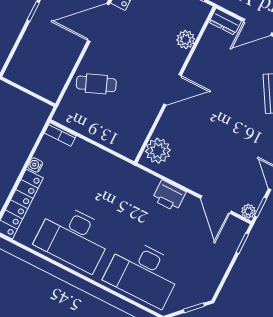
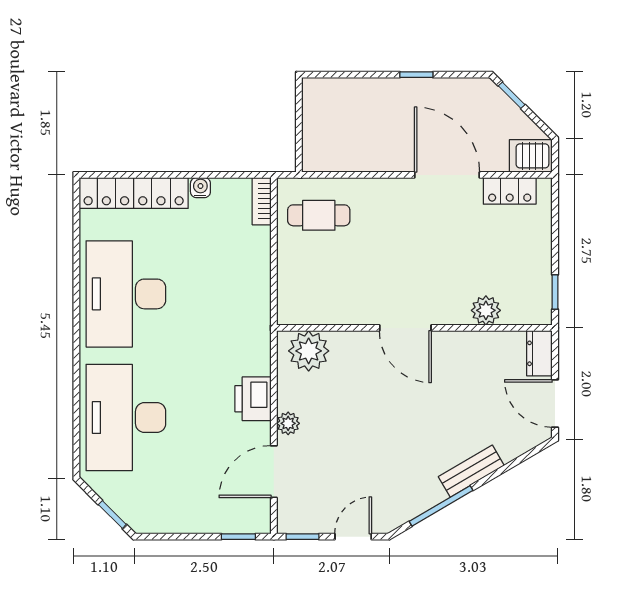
cafe table: (96, 84) -> (319, 215), moved, turned -68
plant: (248, 211) -> (288, 423), moved

